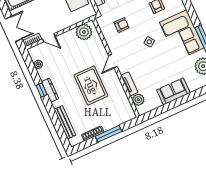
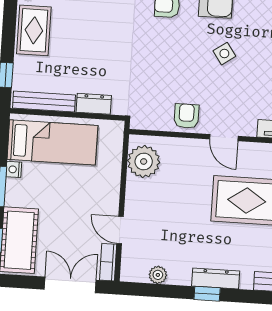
armchair: (121, 25) -> (186, 116), moved
door: (49, 38) -> (120, 230), swing flipped

